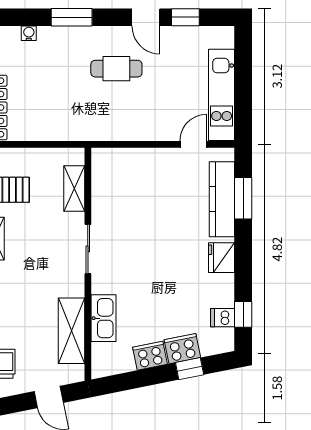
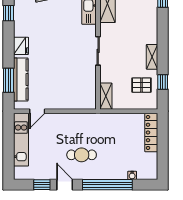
window: (72, 17) -> (107, 185), width x2.11
shelving: (74, 188) -> (106, 96), moved
dishwasher: (223, 318) -> (20, 11), removed

